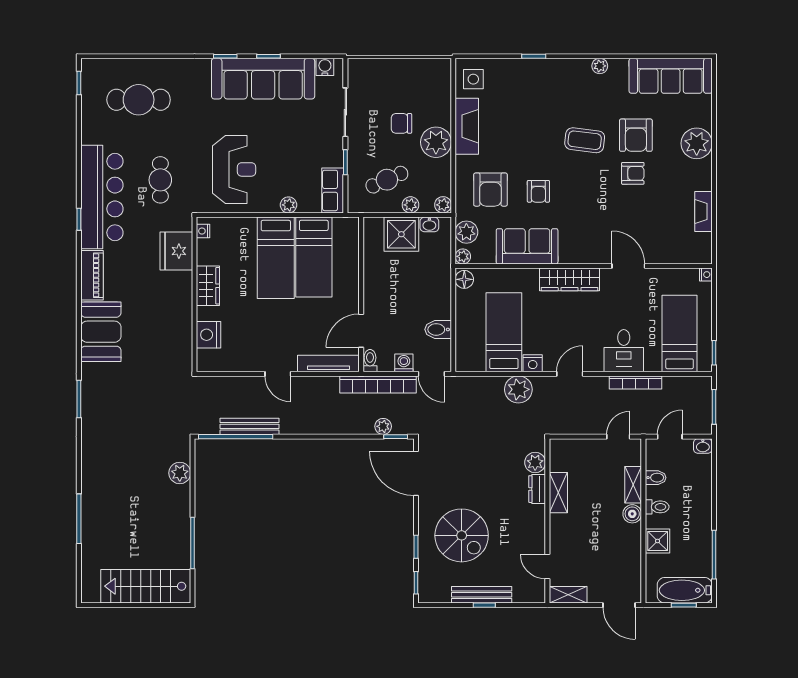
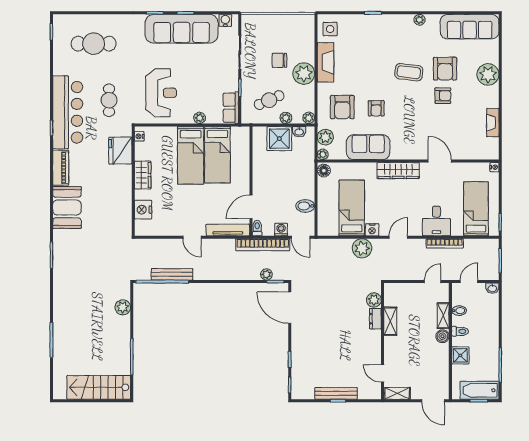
spiral stairs: (462, 535) -> (322, 351), removed

